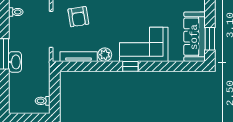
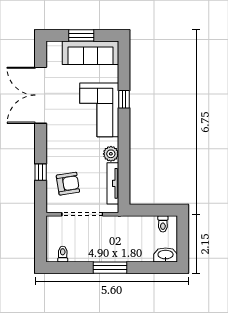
window: (210, 39) -> (81, 35), moved
washbasin: (15, 62) -> (166, 255), moved
window: (130, 66) -> (124, 99), moved

